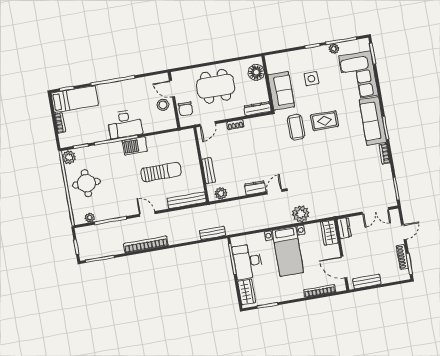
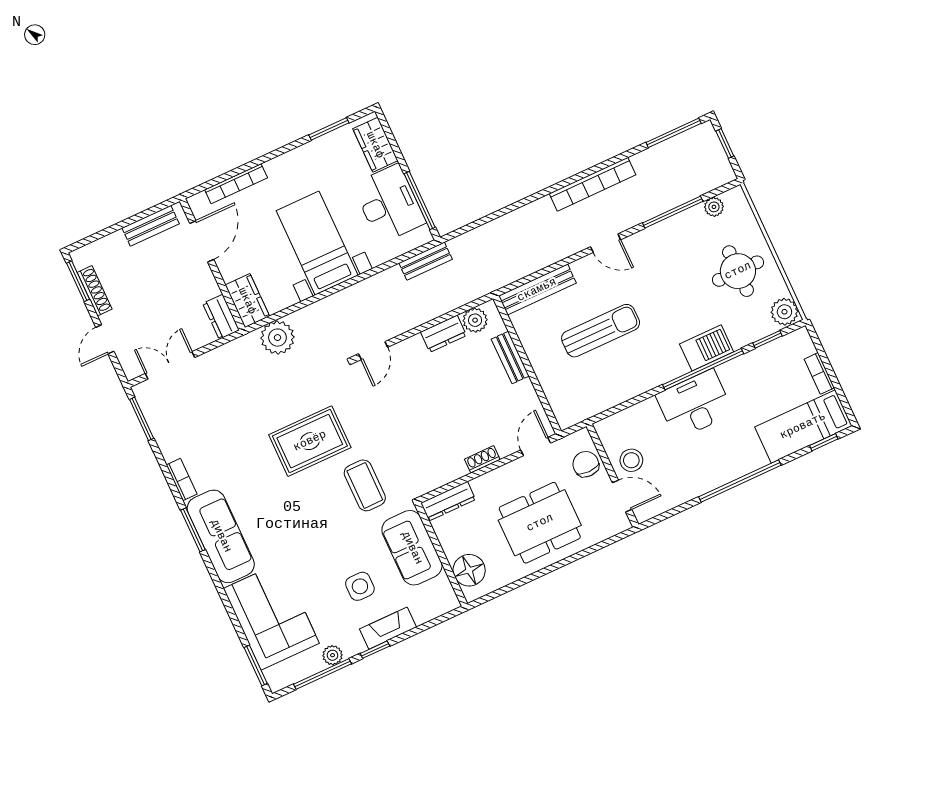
fireplace: (303, 55) -> (388, 628), added
rug: (324, 121) -> (310, 441), moved, width x1.36, depth x1.43
barbecue: (135, 146) -> (707, 348), moved
sun lounger: (161, 172) -> (601, 331), turned 180
dresser: (255, 188) -> (443, 334), moved
plant: (301, 214) -> (277, 338), moved
bench: (212, 233) -> (426, 261), moved
door: (344, 267) -> (202, 241), hinge flipped

